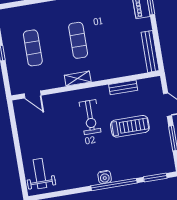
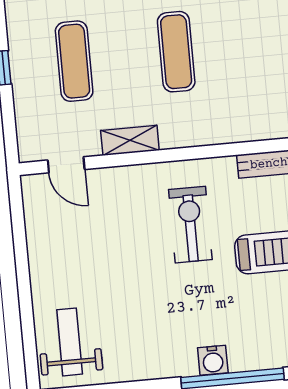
shelving: (78, 79) -> (130, 140), moved
exercise bike: (90, 117) -> (190, 225), turned 180

